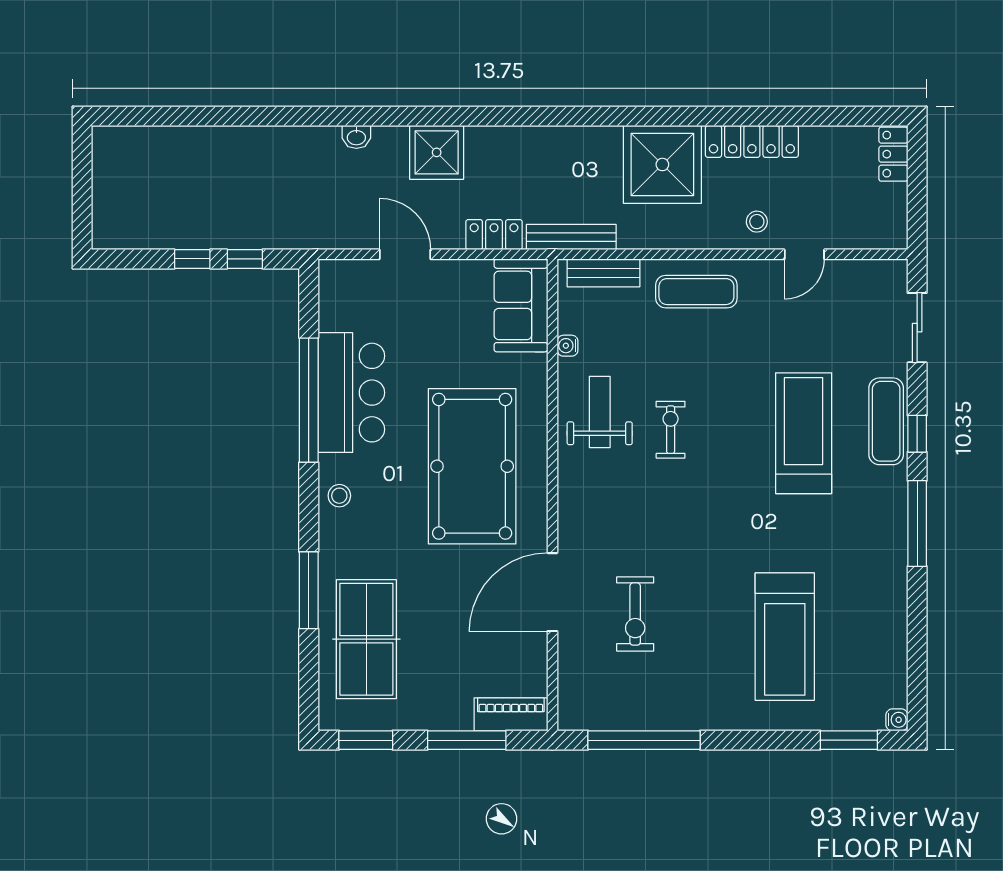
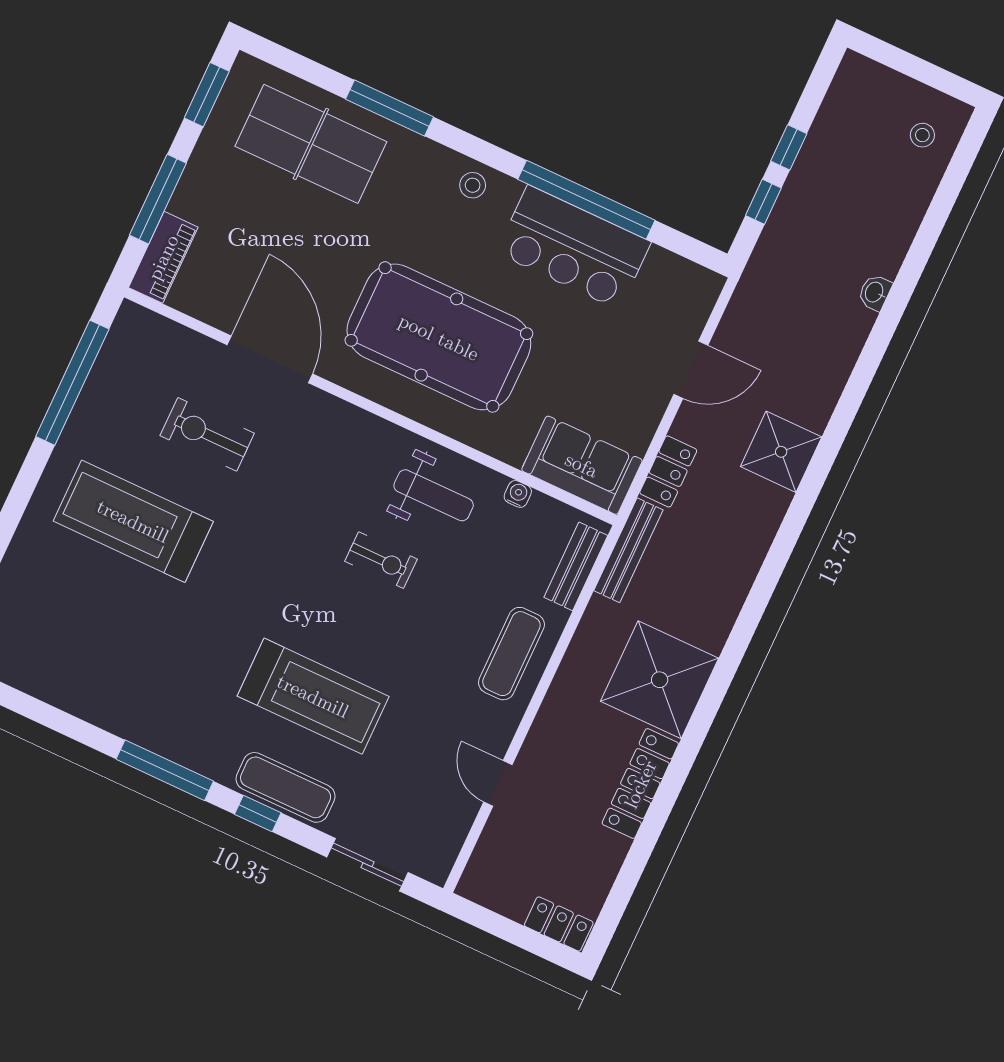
washbasin: (356, 137) -> (875, 292), moved
stool: (757, 222) -> (922, 135), moved
treadmill: (785, 637) -> (133, 521), moved

